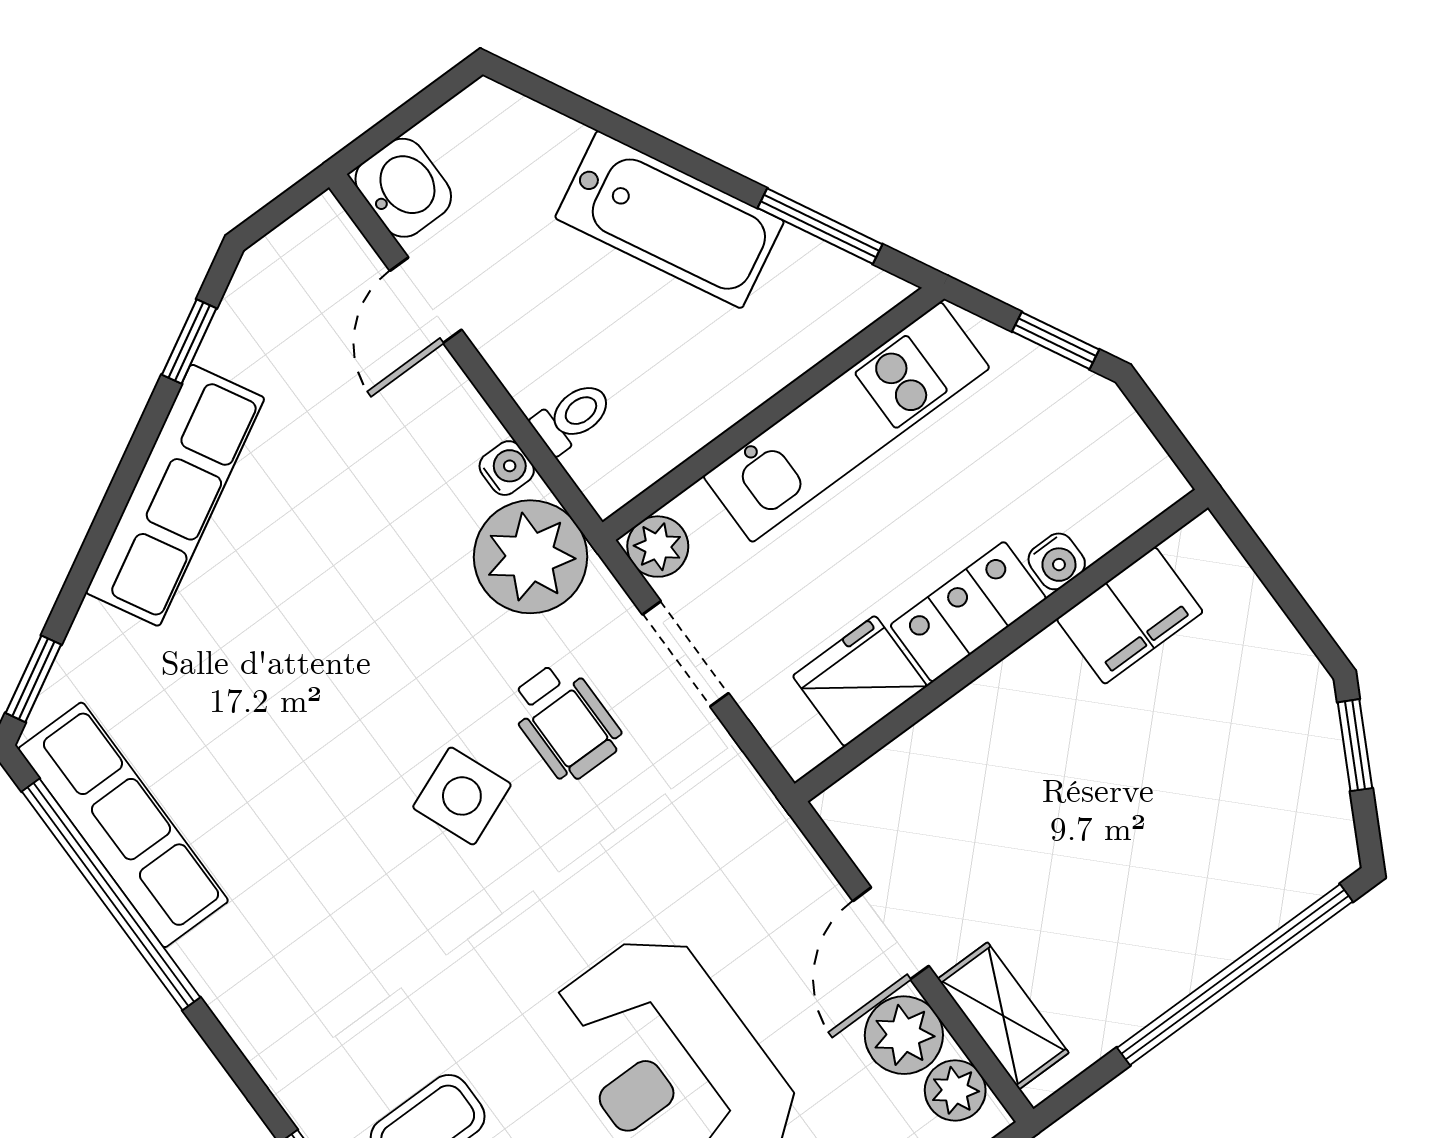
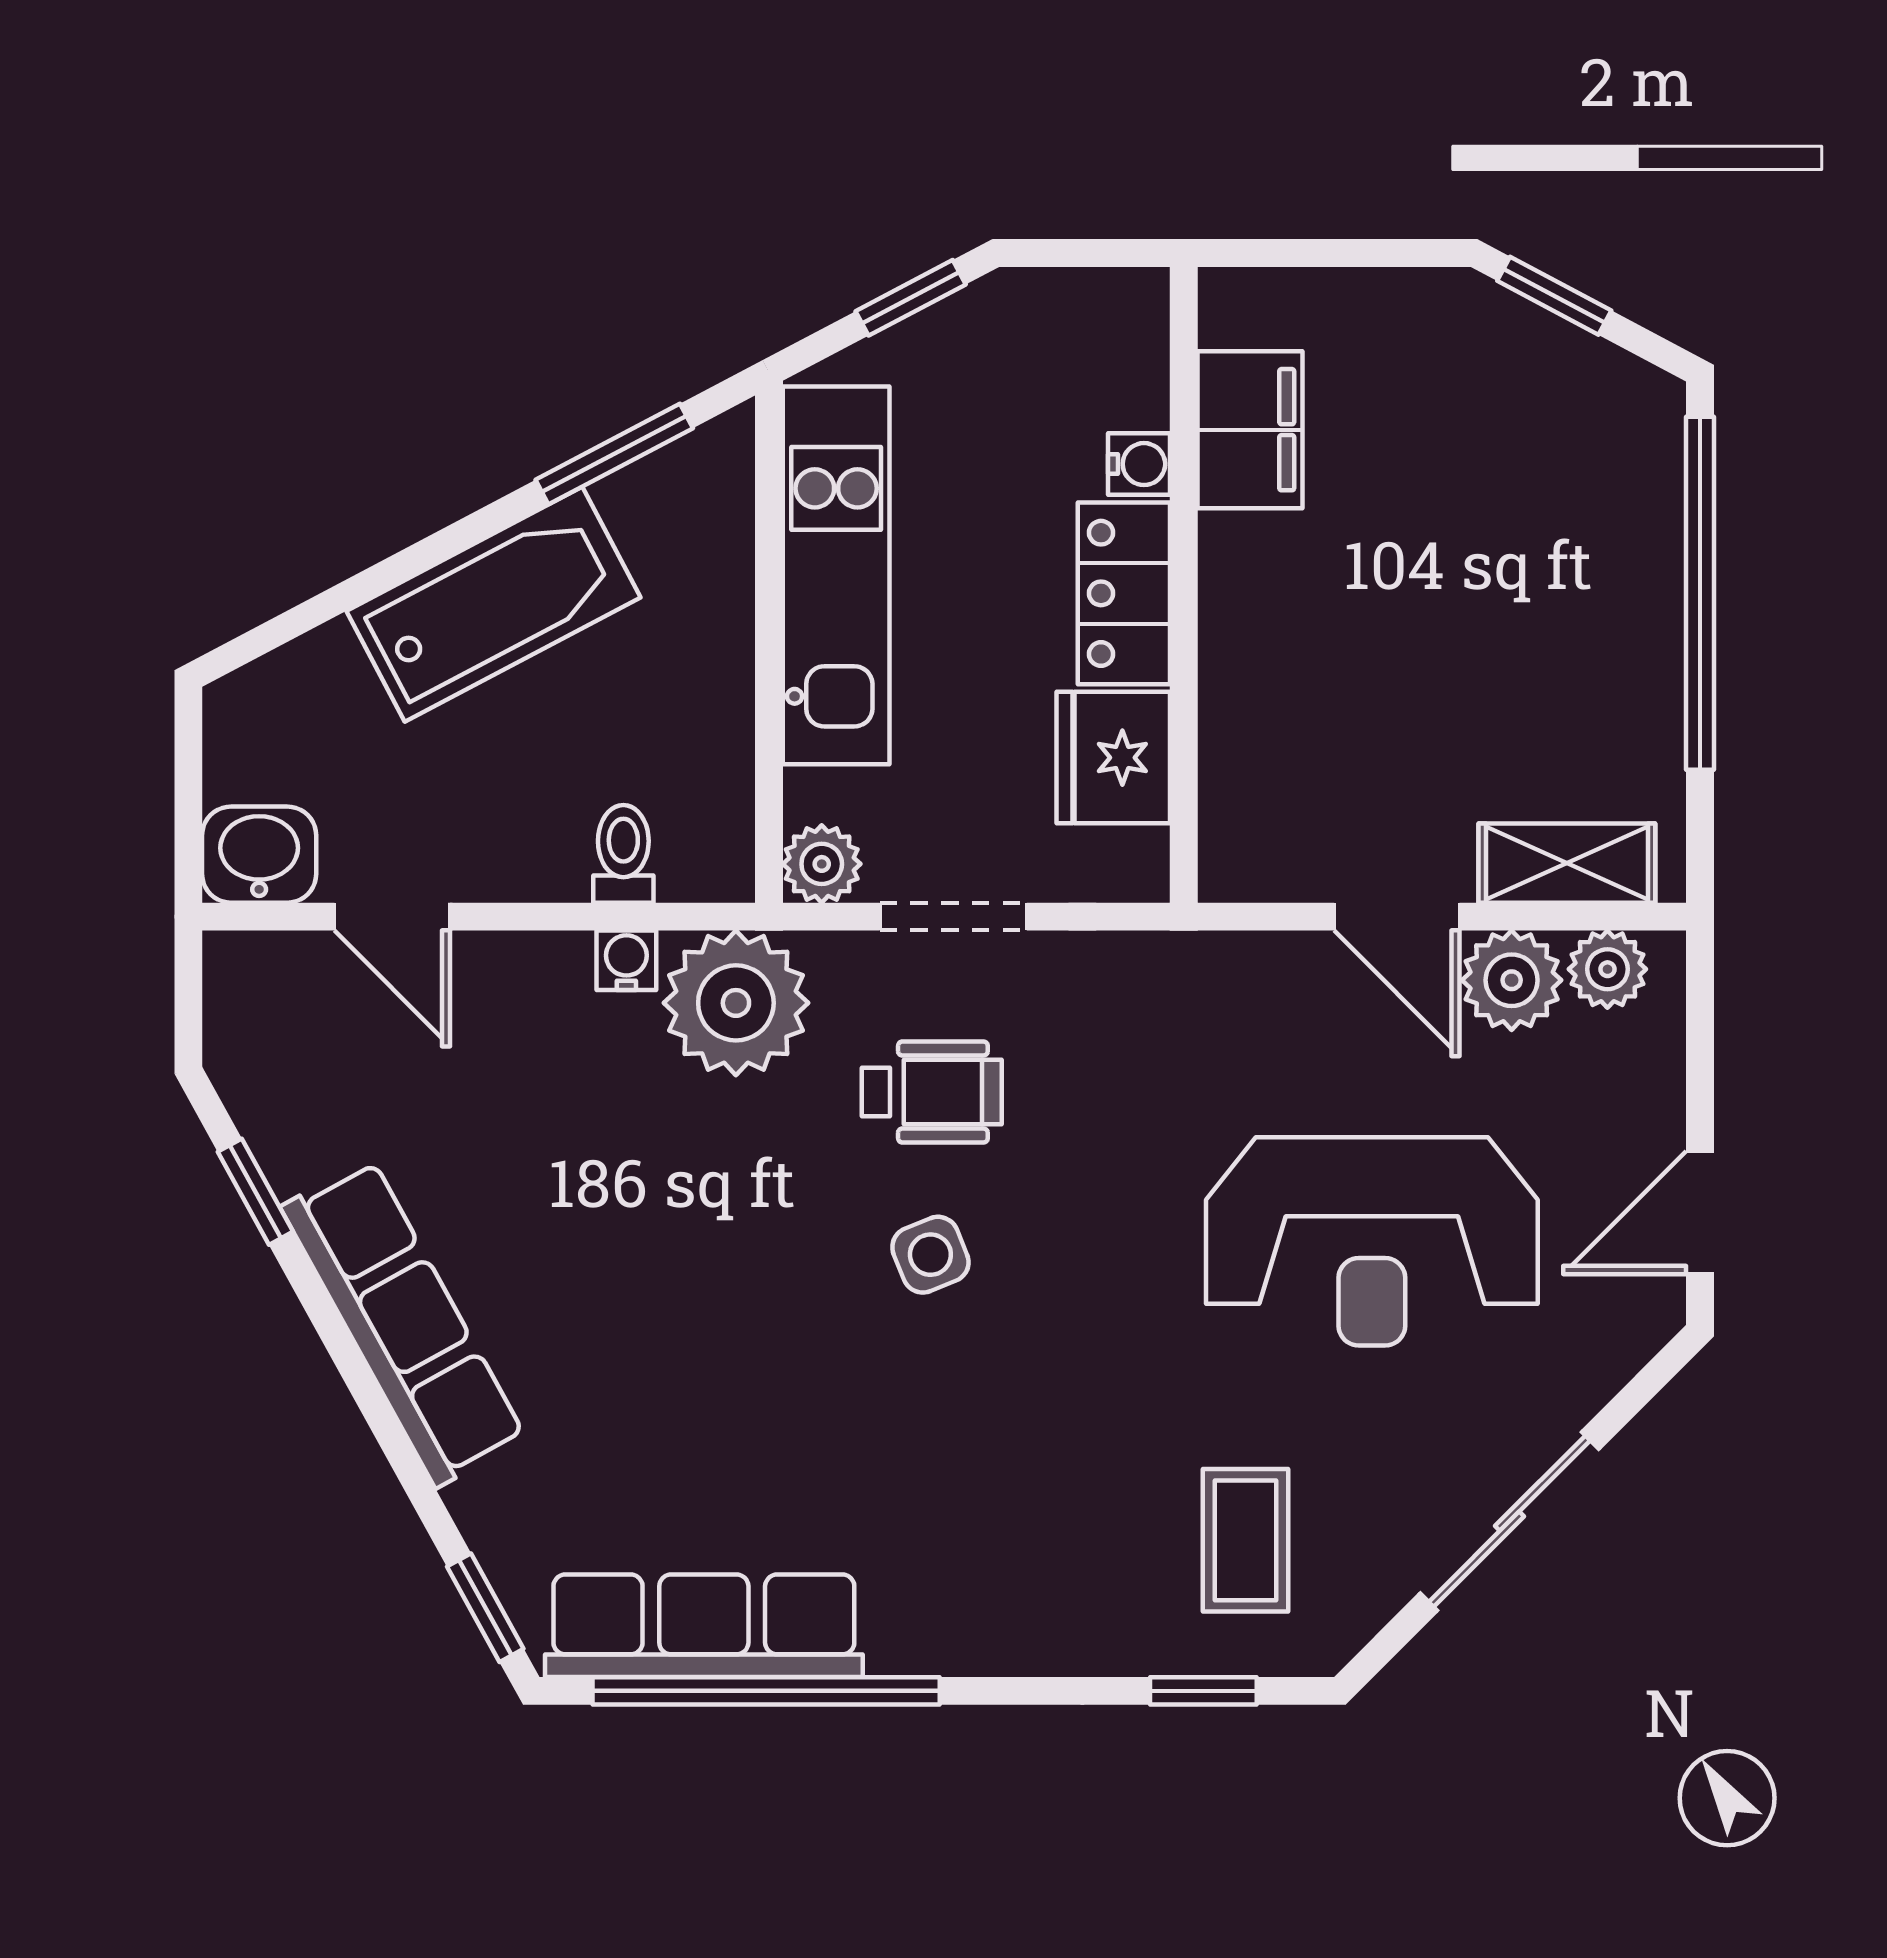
side table: (462, 796) -> (930, 1255), width x0.73, depth x0.73

